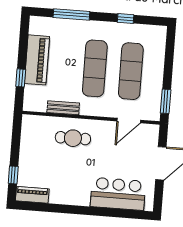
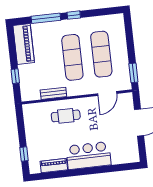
window: (126, 19) -> (74, 15), moved
piano: (37, 60) -> (24, 44), moved
bar counter: (118, 194) -> (88, 156), moved
piano: (32, 195) -> (54, 166), moved

